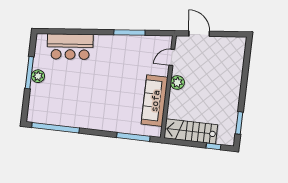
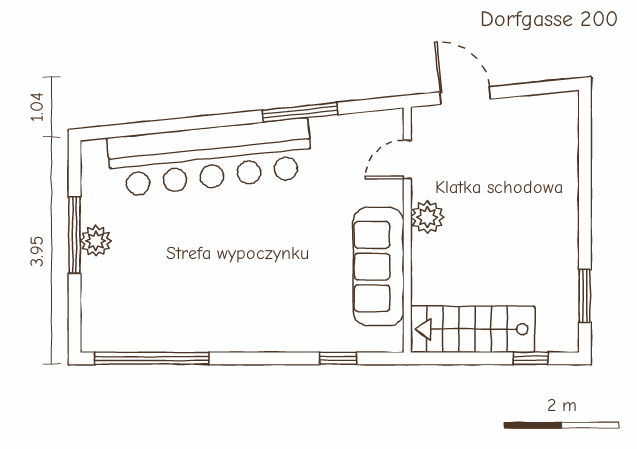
bar counter: (70, 47) -> (210, 158), width x1.86
window: (133, 137) -> (338, 358), width x0.46

